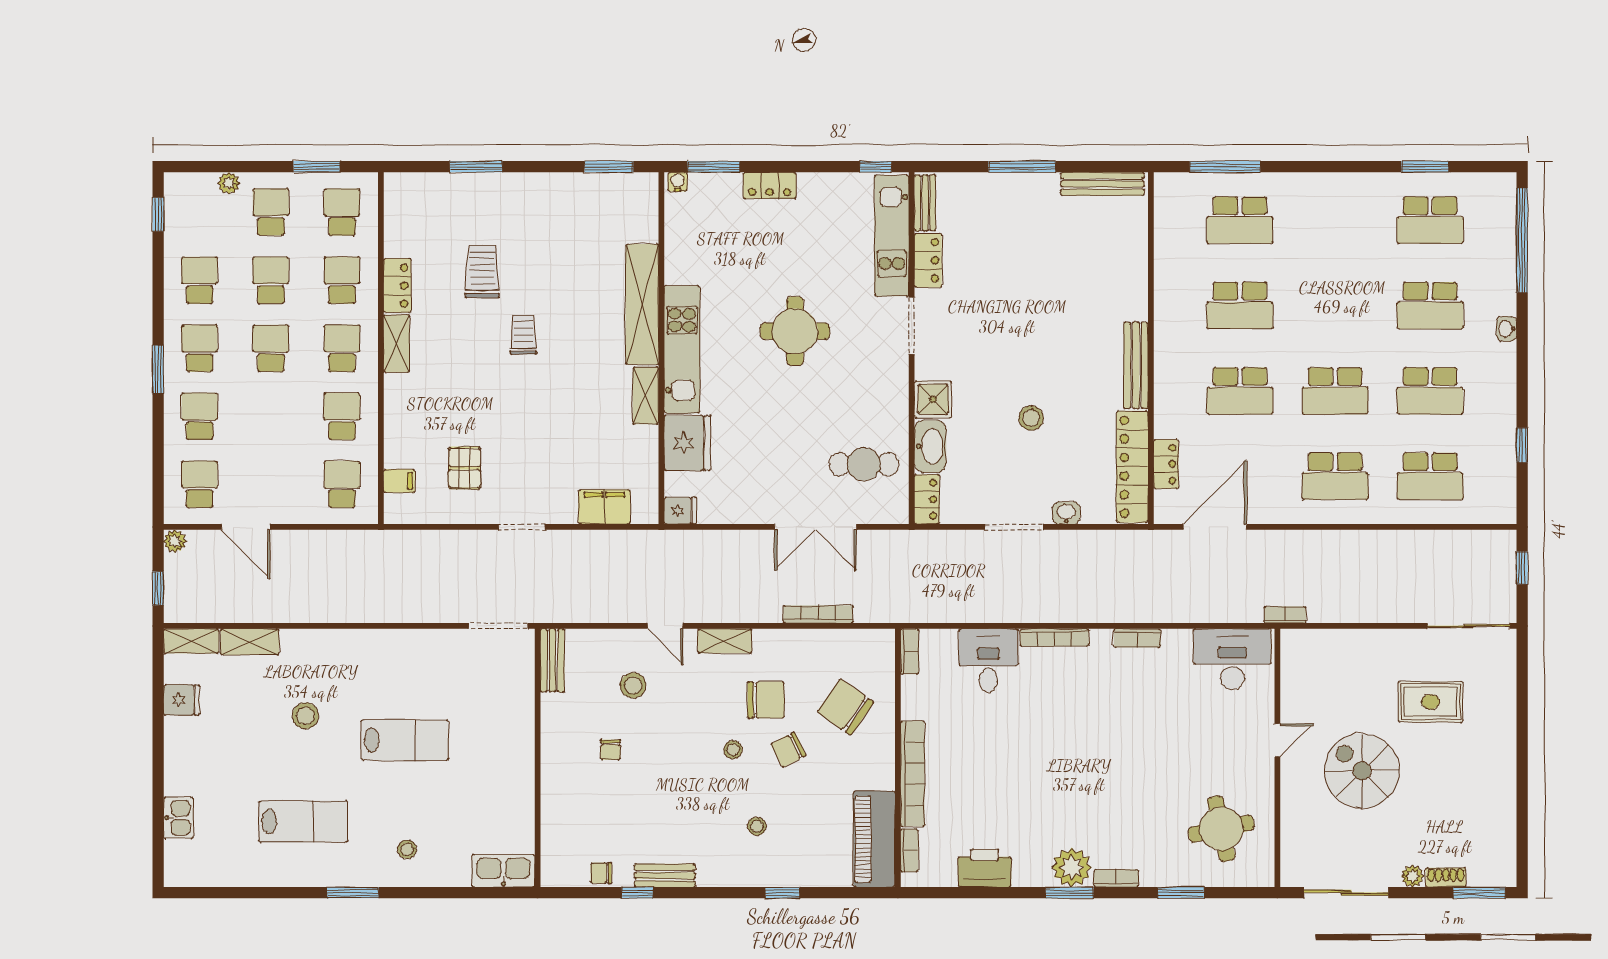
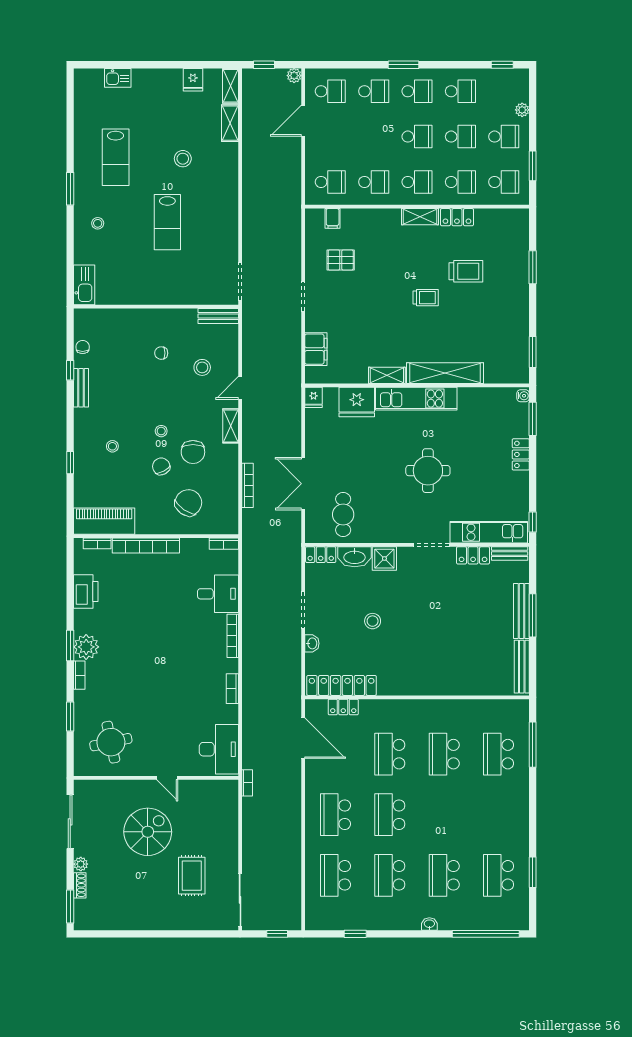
bench: (1136, 365) -> (521, 611), moved, turned 90

